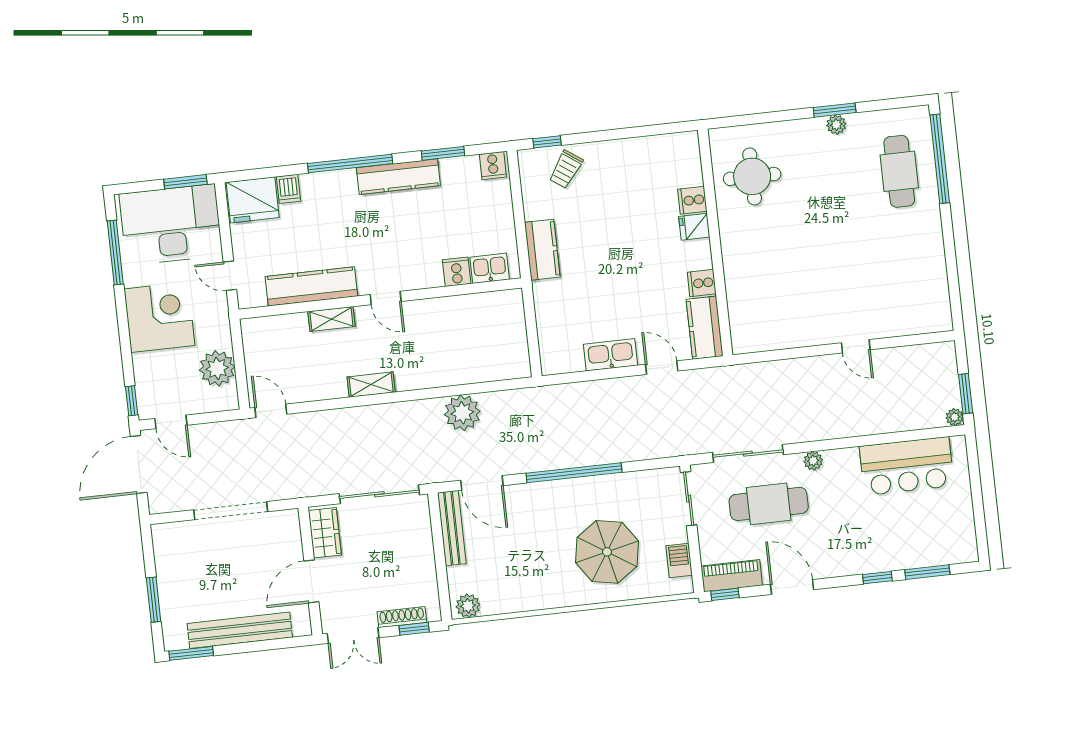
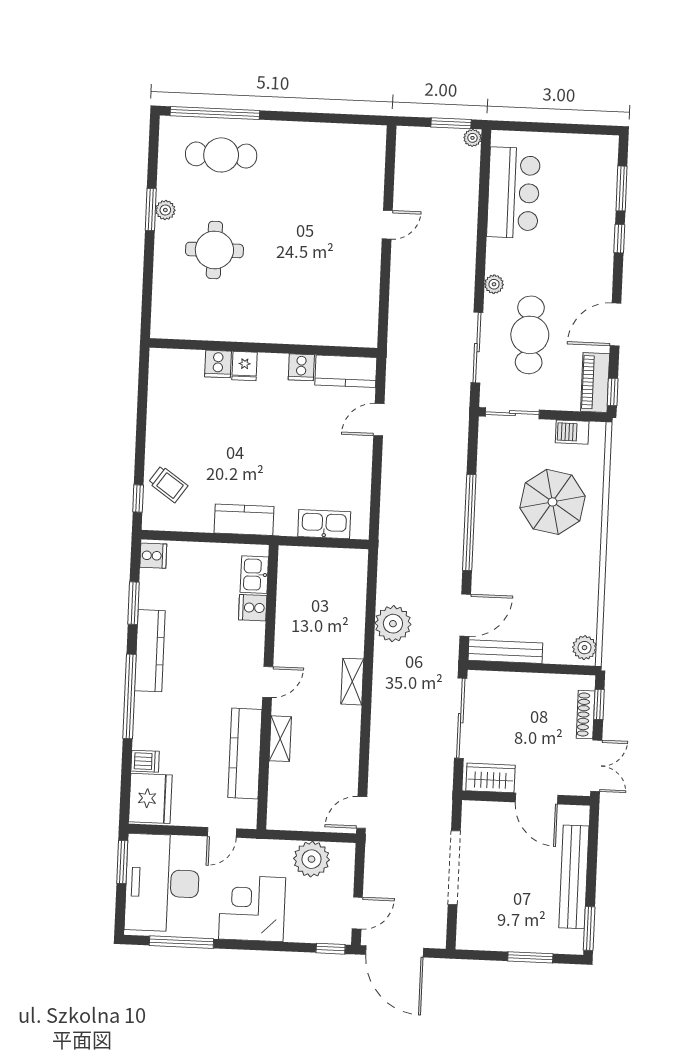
round table: (752, 176) -> (214, 250), moved
kitchen sink: (610, 355) -> (324, 524), moved, turned 90
shelving: (371, 385) -> (352, 682), moved

